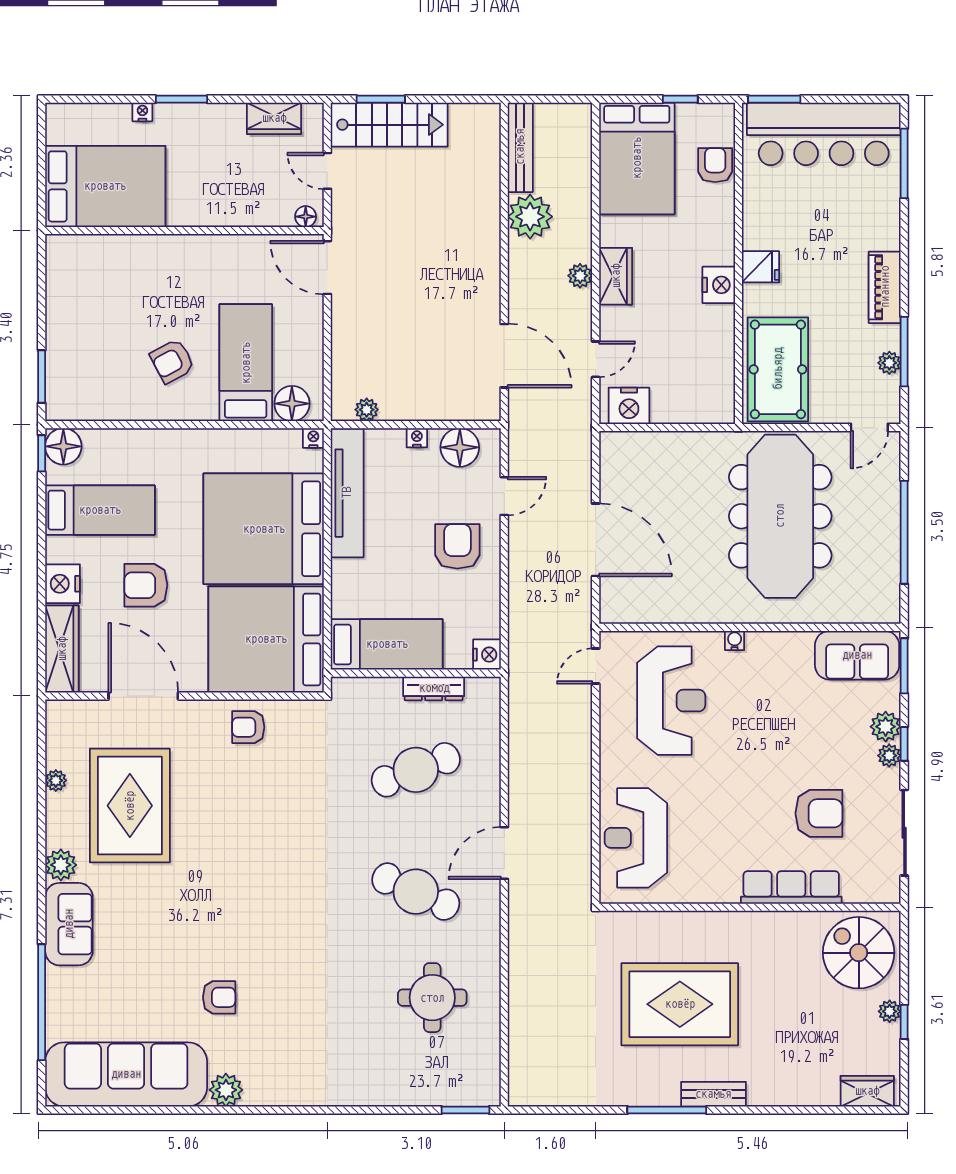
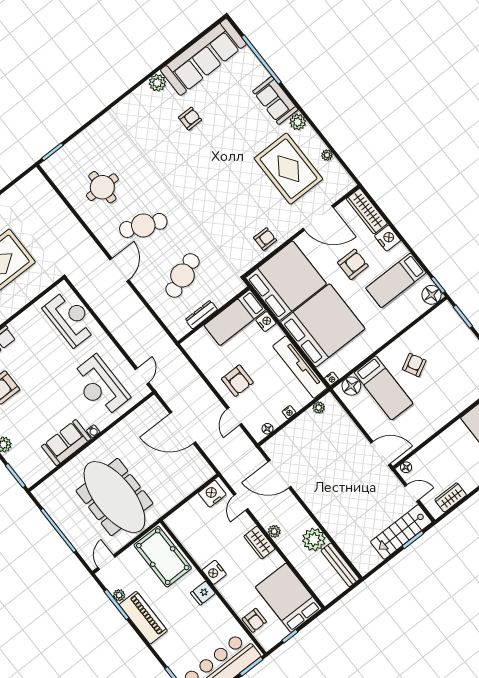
piano: (885, 287) -> (143, 618), width x1.37, depth x1.33
floor lamp: (460, 447) -> (267, 429), width x0.53, depth x0.53
nightstand: (487, 655) -> (266, 322), moved, turned 180
sofa: (857, 655) -> (66, 443), moved
armchair: (219, 997) -> (190, 119), turned 180

